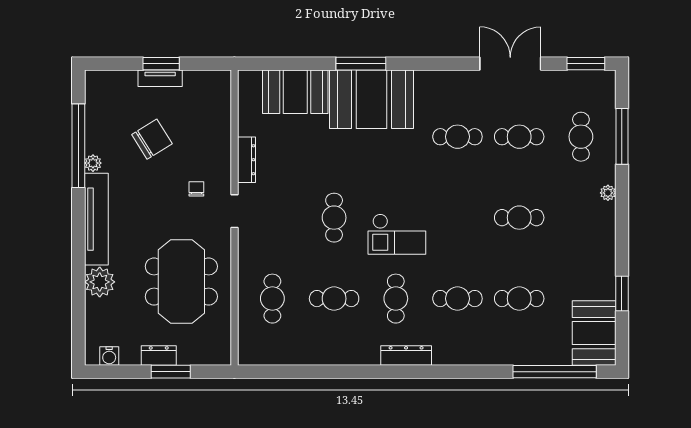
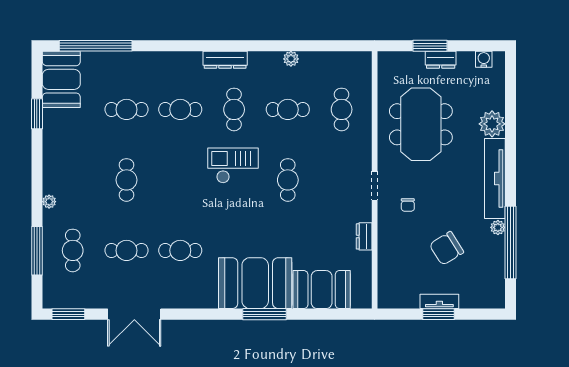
dresser: (246, 160) -> (364, 236), width x0.70
cafe table: (519, 218) -> (126, 180), turned 90
plant: (330, 357) -> (291, 59), added

